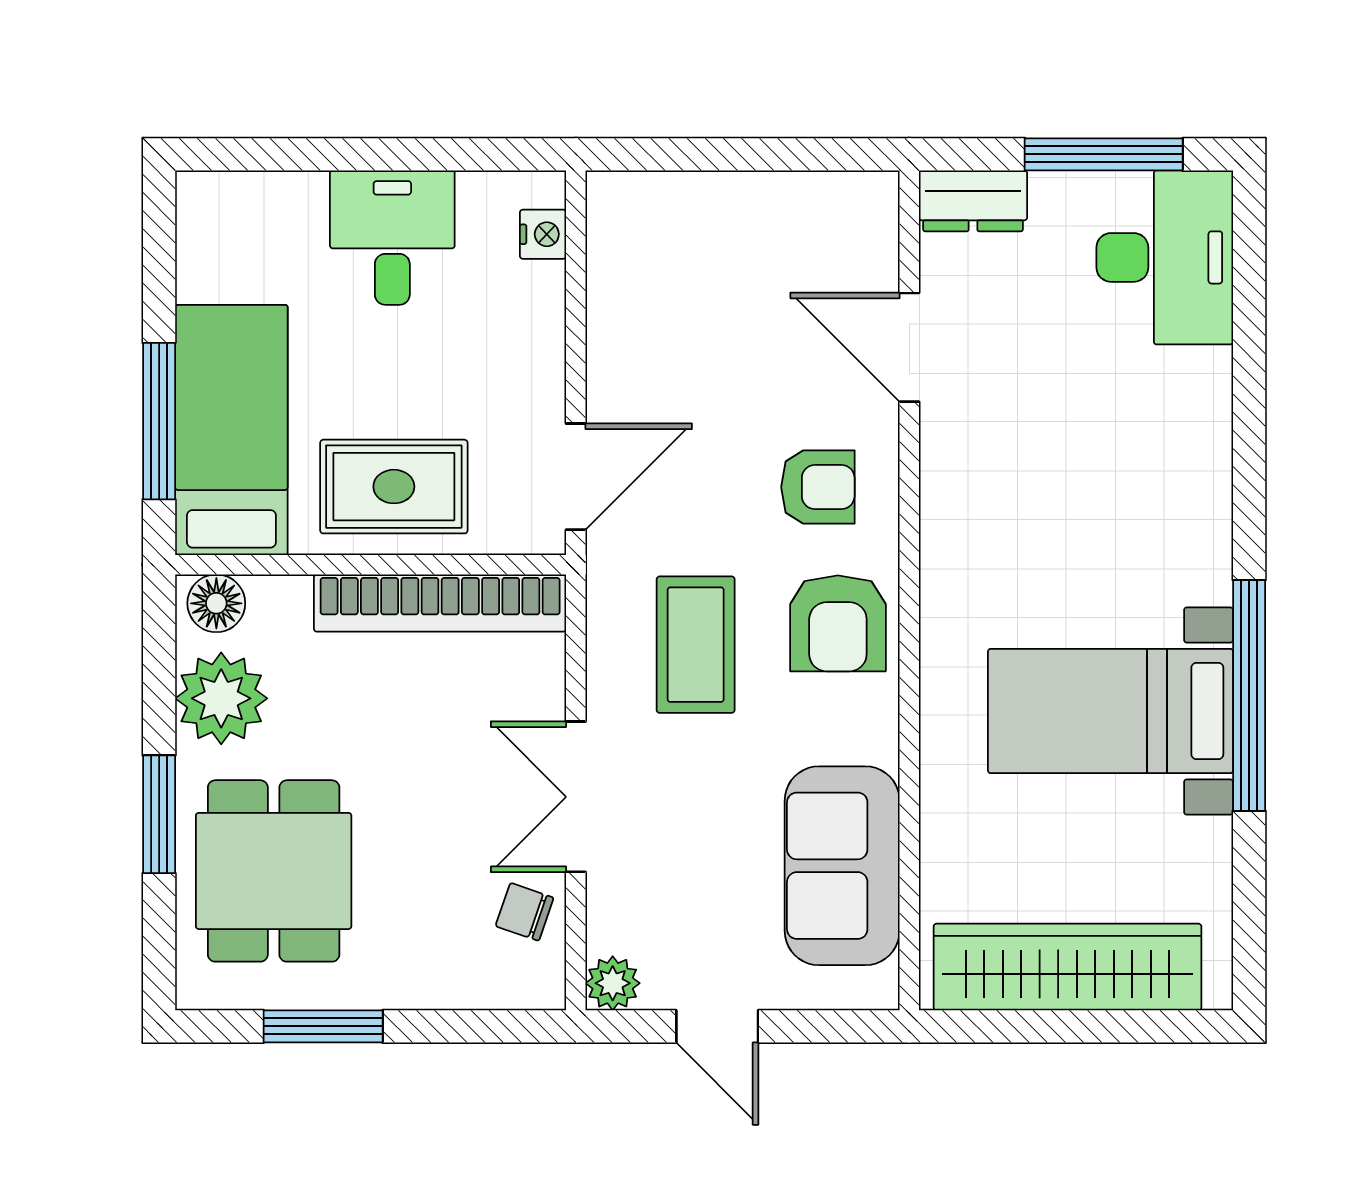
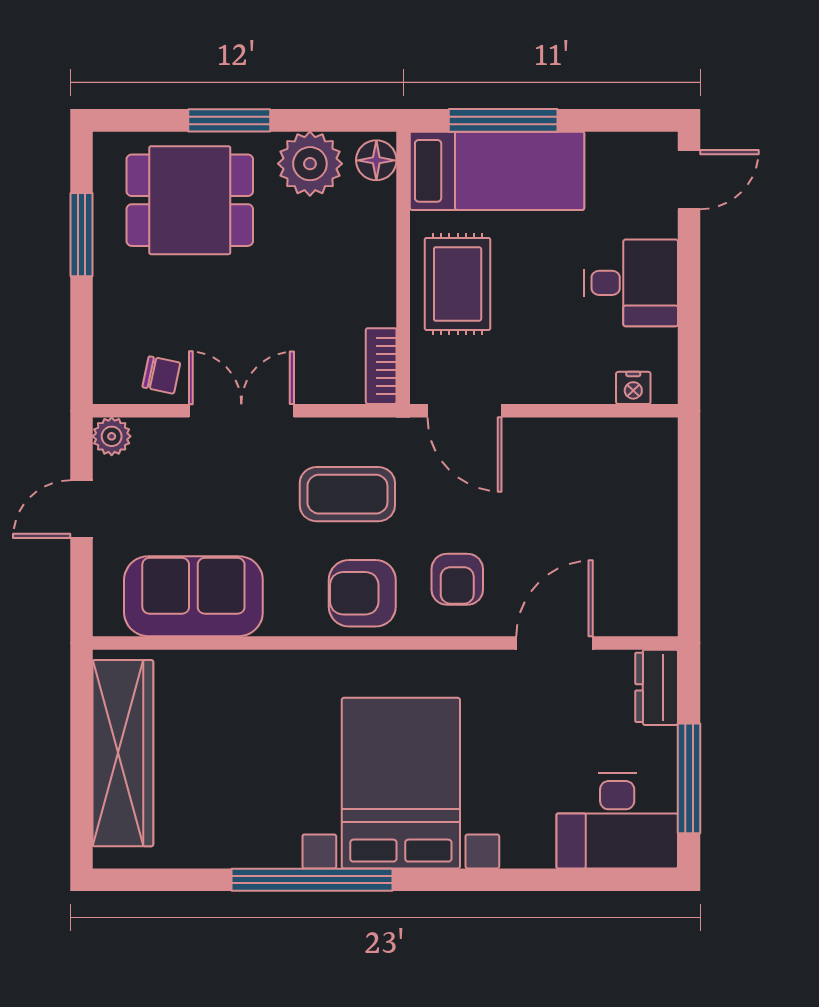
door: (244, 154) -> (689, 180), added
bookcase: (440, 603) -> (381, 366), width x0.43, depth x0.76
bed with nightstands: (1111, 711) -> (401, 783), moved, width x1.36
chair: (525, 912) -> (161, 375), turned 83

